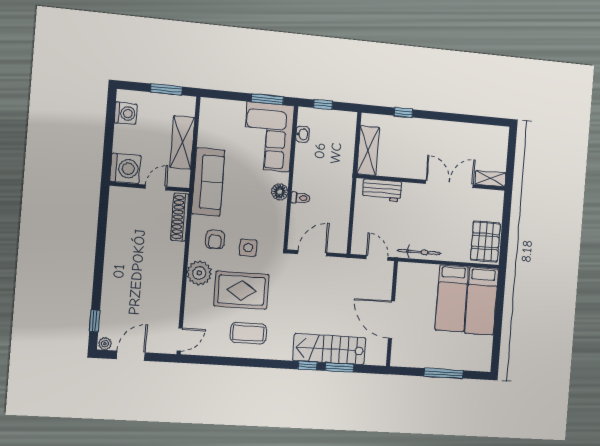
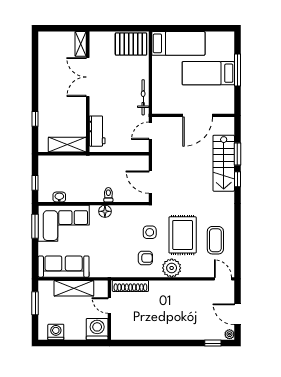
sofa: (208, 182) -> (64, 267), moved
bed: (452, 298) -> (208, 73), moved, turned 180
coffee table: (248, 333) -> (215, 240), moved

